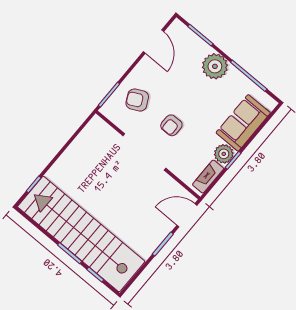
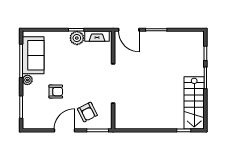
door: (154, 42) -> (64, 130), moved
plant: (215, 66) -> (27, 80), width x0.53, depth x0.53
sofa: (243, 123) -> (33, 55), moved, turned -90
armchair: (171, 125) -> (56, 92), moved
stairs: (81, 234) -> (194, 103), width x0.54, depth x0.66

